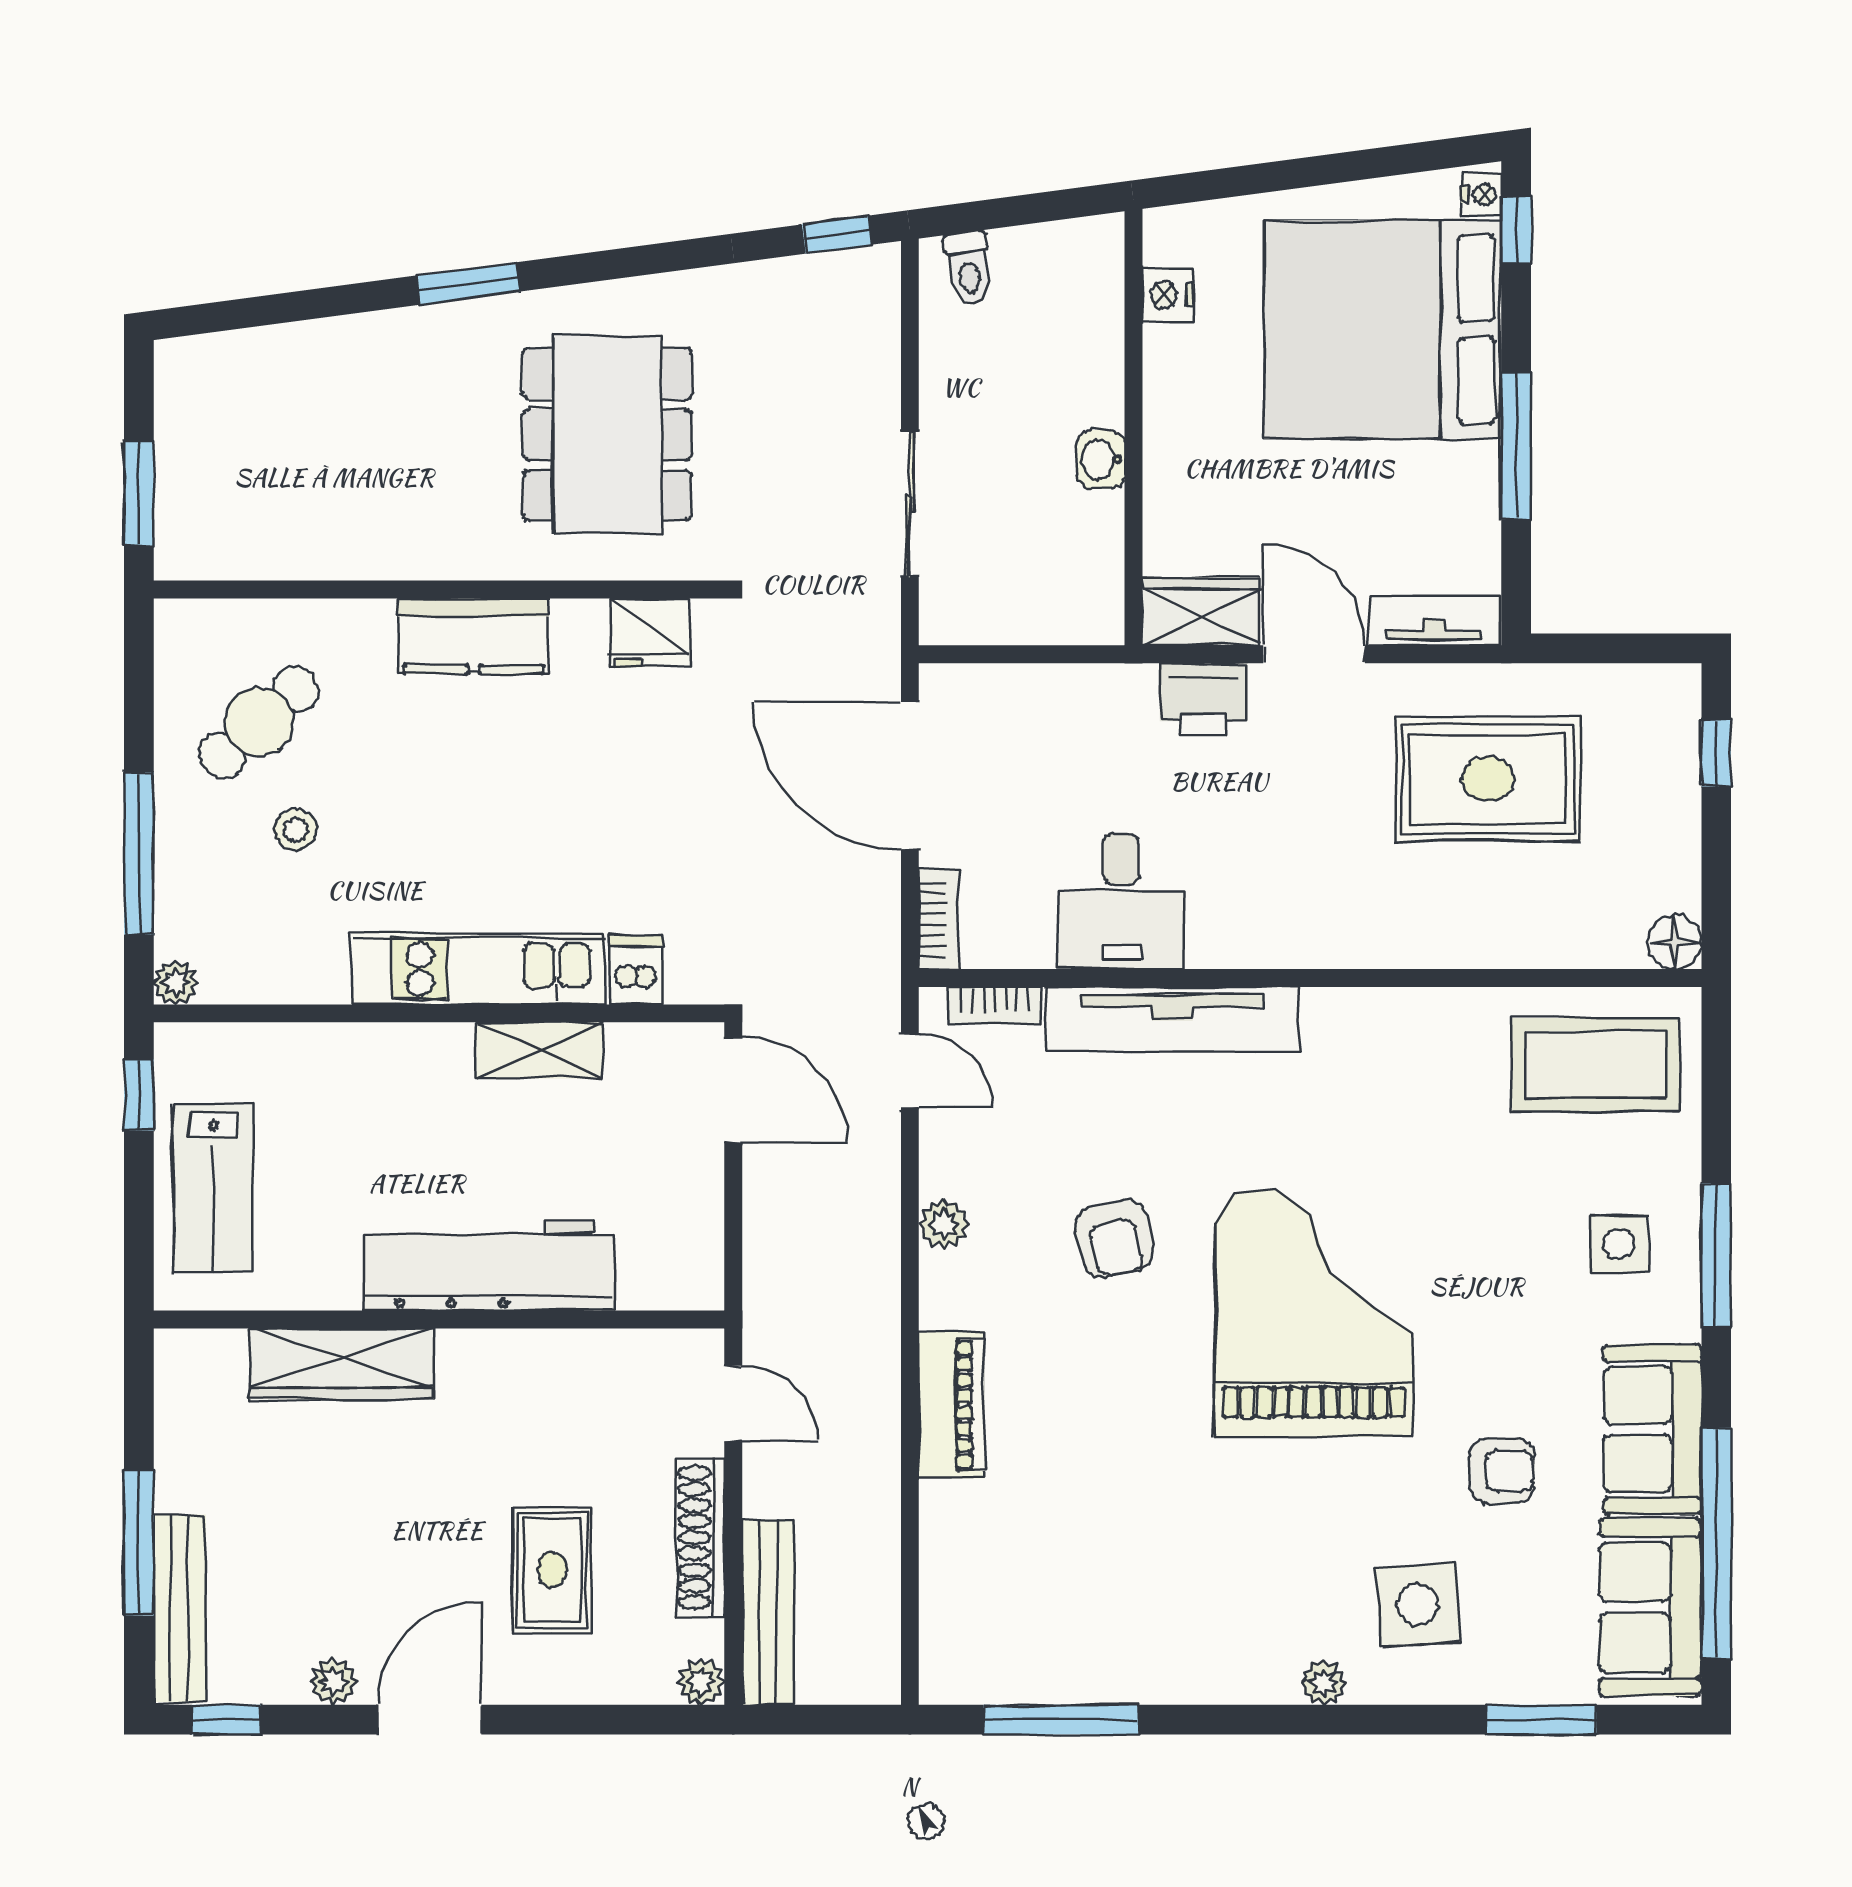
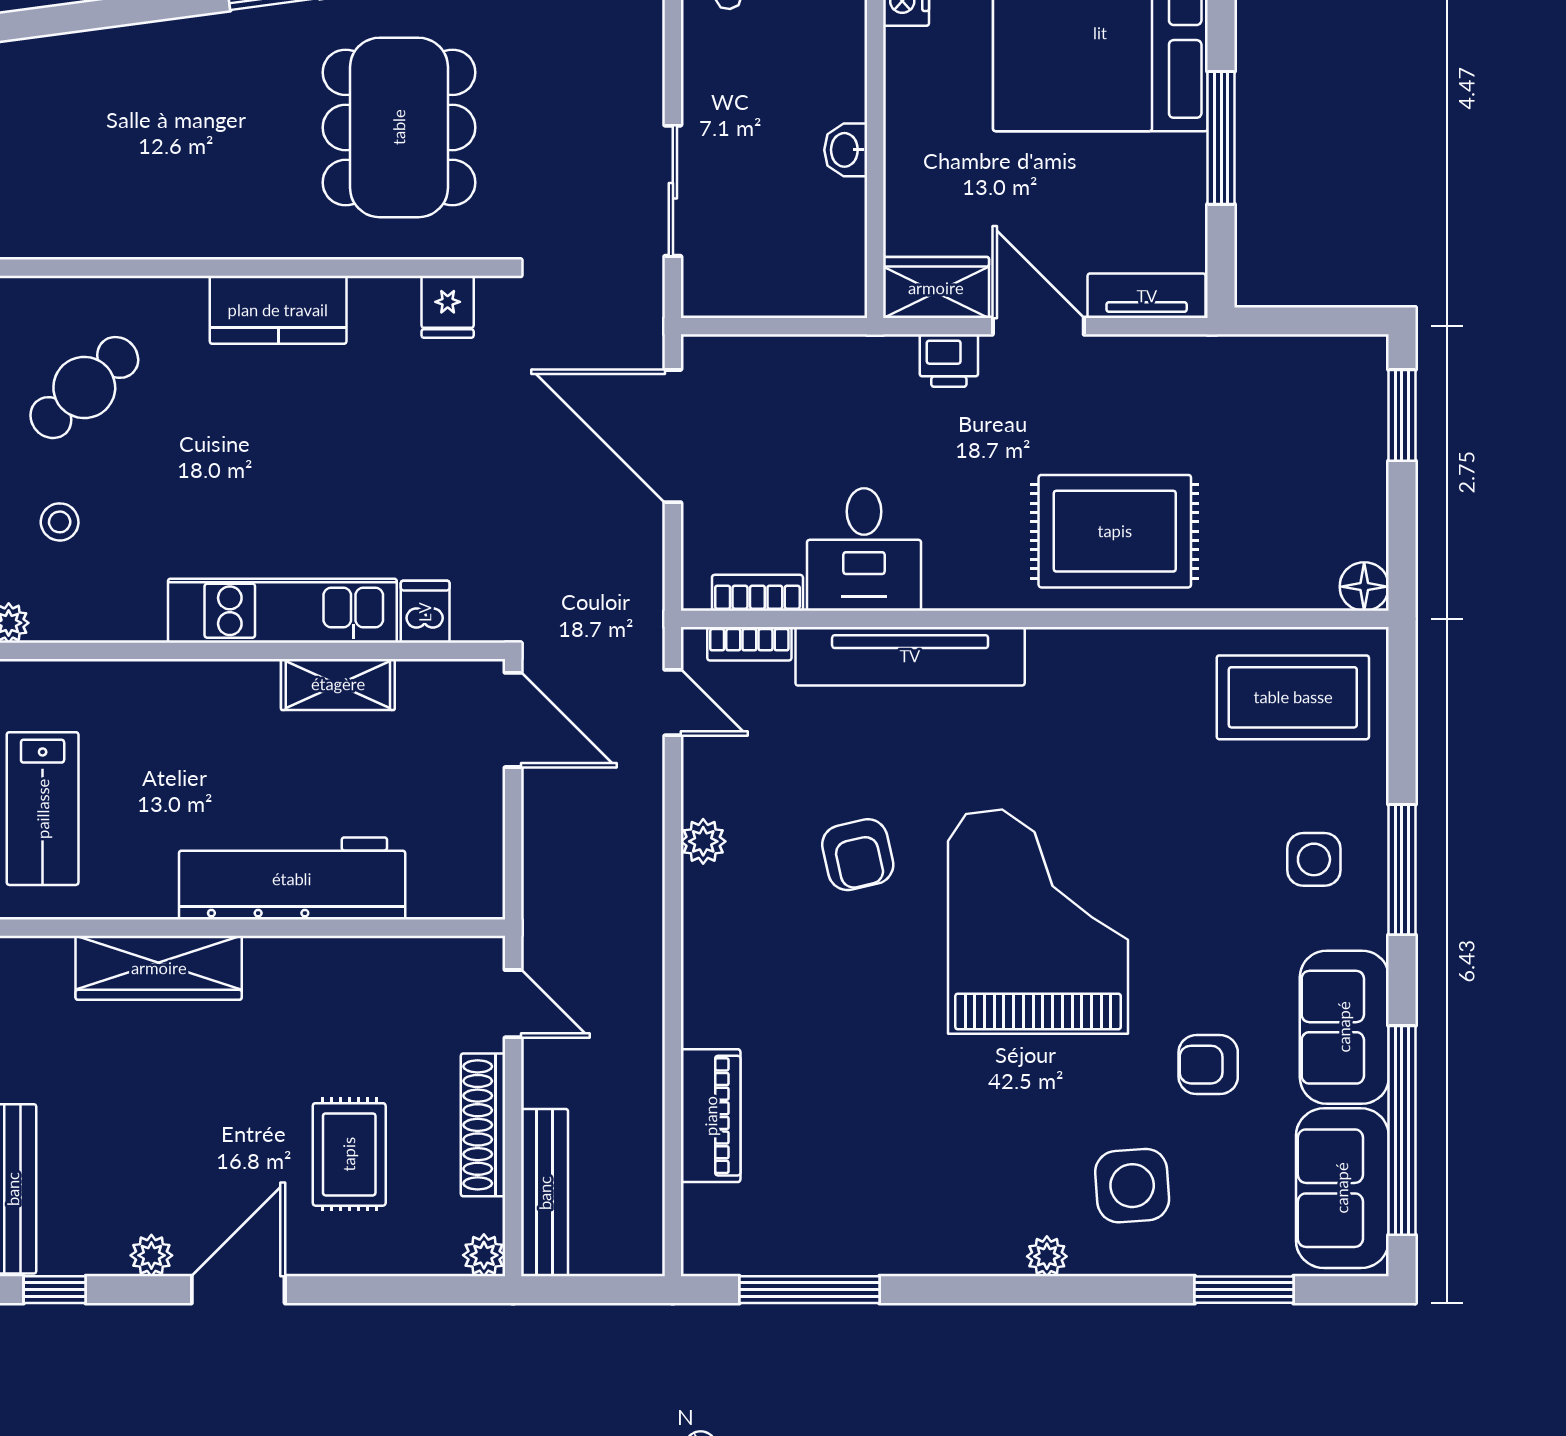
fridge: (650, 633) -> (448, 307), width x0.72
printer: (1204, 699) -> (949, 361), width x0.73, depth x0.81
window: (1716, 753) -> (1402, 415), width x1.50
rug: (1488, 779) -> (1115, 531), moved
stool: (296, 830) -> (60, 522), moved
bookcase: (939, 919) -> (757, 593), moved, turned -90
piano: (952, 1405) -> (711, 1116), moved
armchair: (1502, 1471) -> (1208, 1065), turned 180

